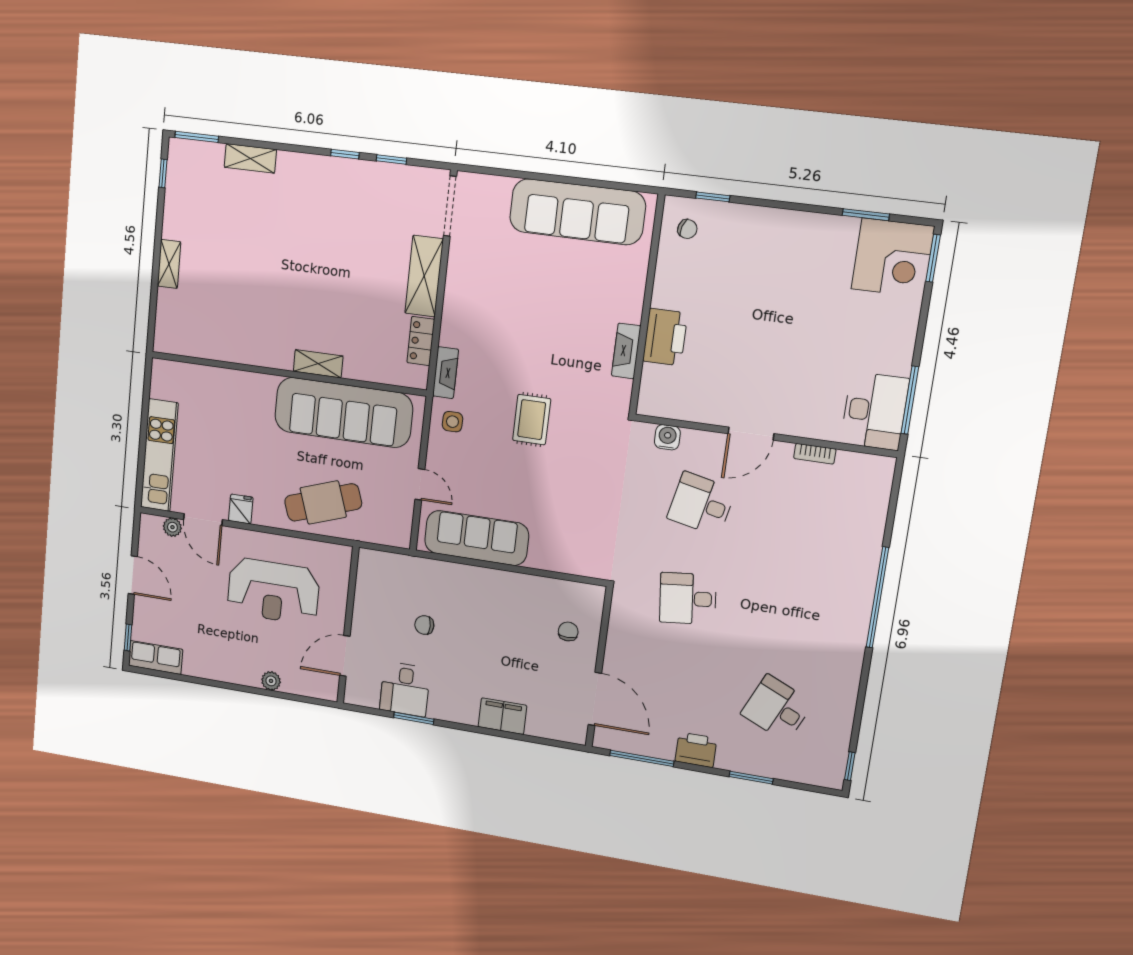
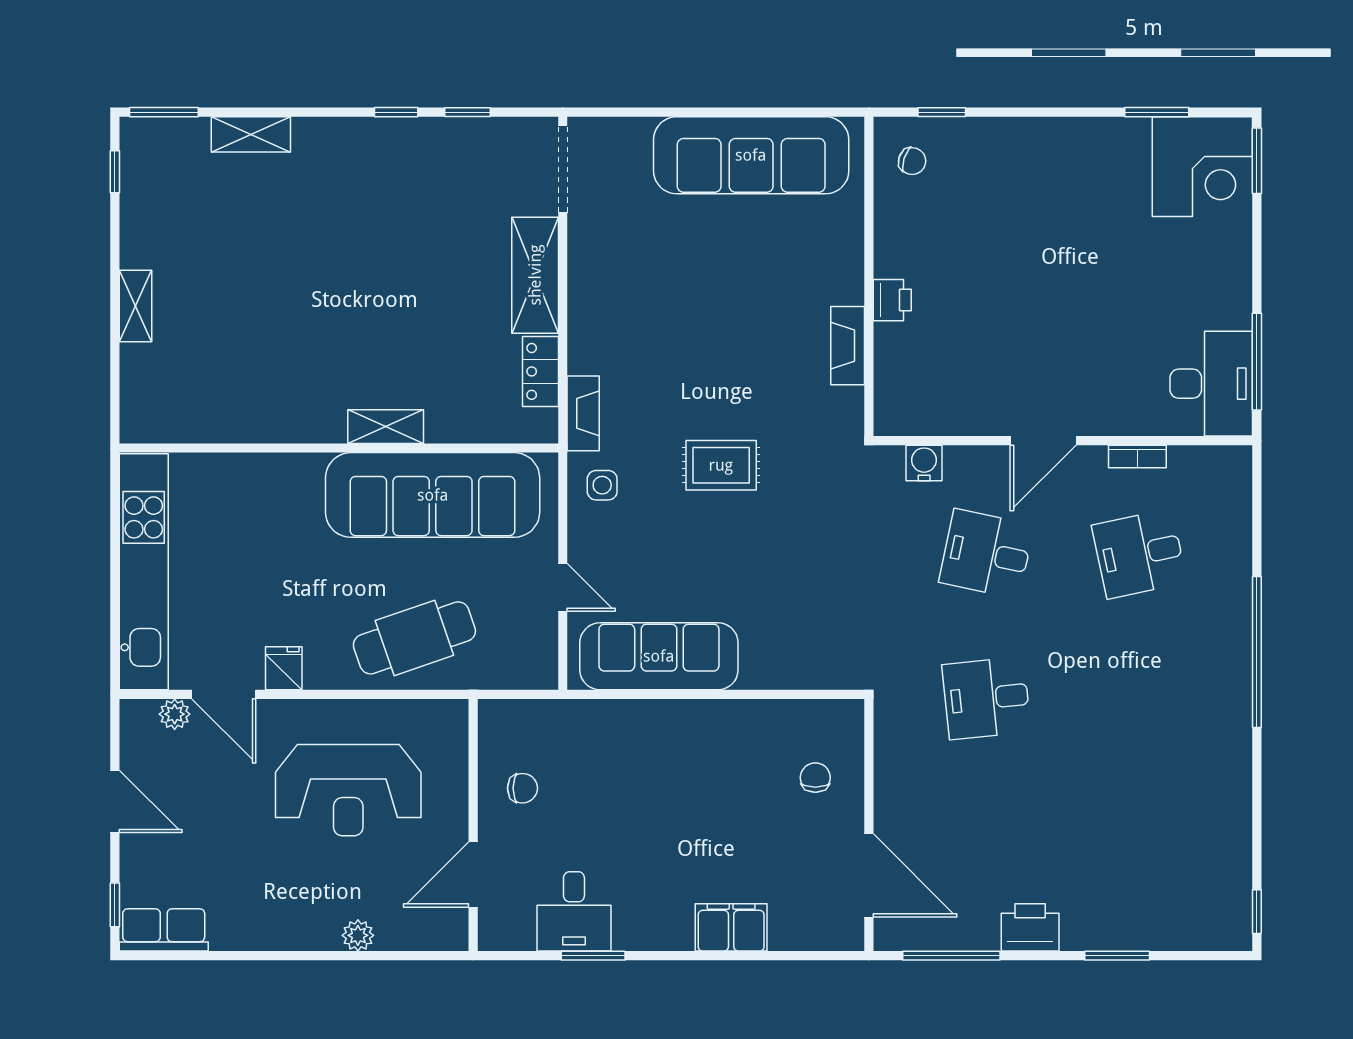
printer: (665, 337) -> (892, 300), width x0.53, depth x0.68
rug: (532, 420) -> (721, 465), turned 90
kitchen unit: (159, 455) -> (144, 572), width x1.36
chair: (424, 625) -> (522, 788), moved, turned 180
desk: (777, 708) -> (1139, 554), moved, turned -36

